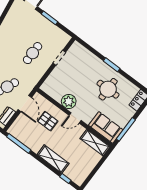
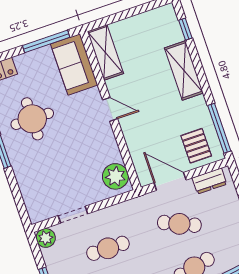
plant: (65, 38) -> (46, 238), added
plant: (69, 101) -> (115, 176), moved
door: (25, 103) -> (170, 181), hinge flipped
pallet: (48, 121) -> (196, 146), moved

